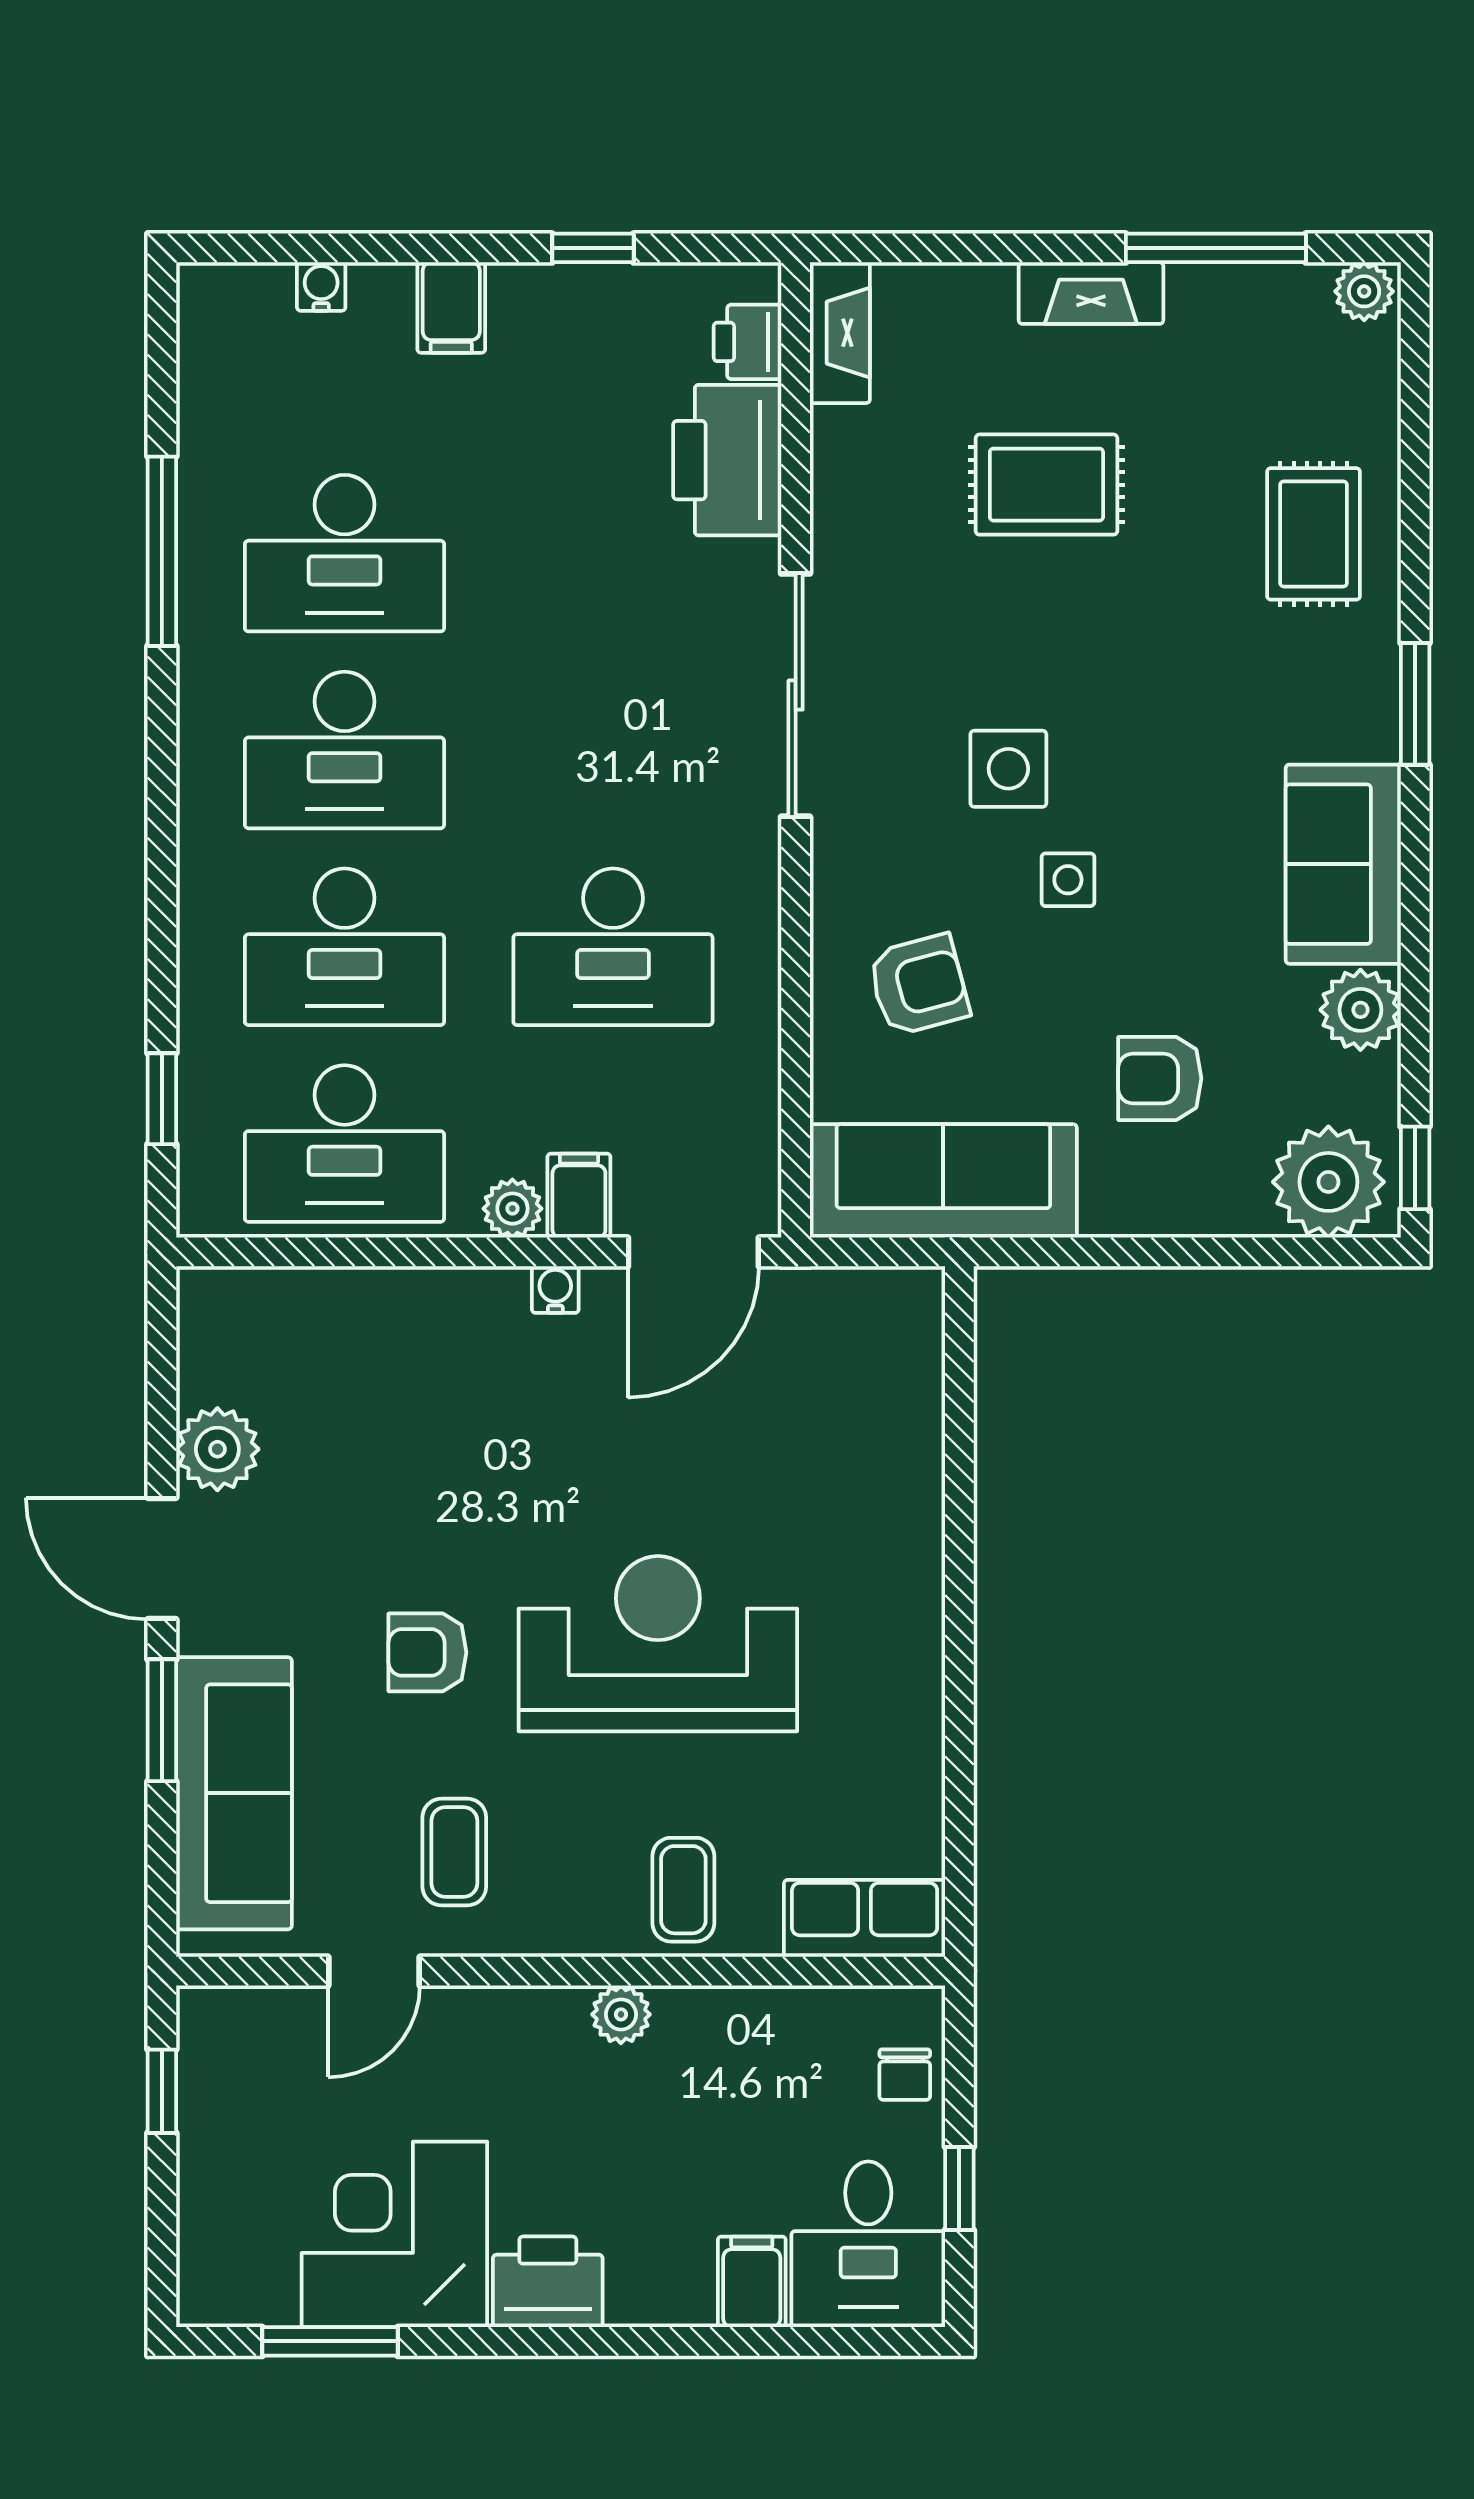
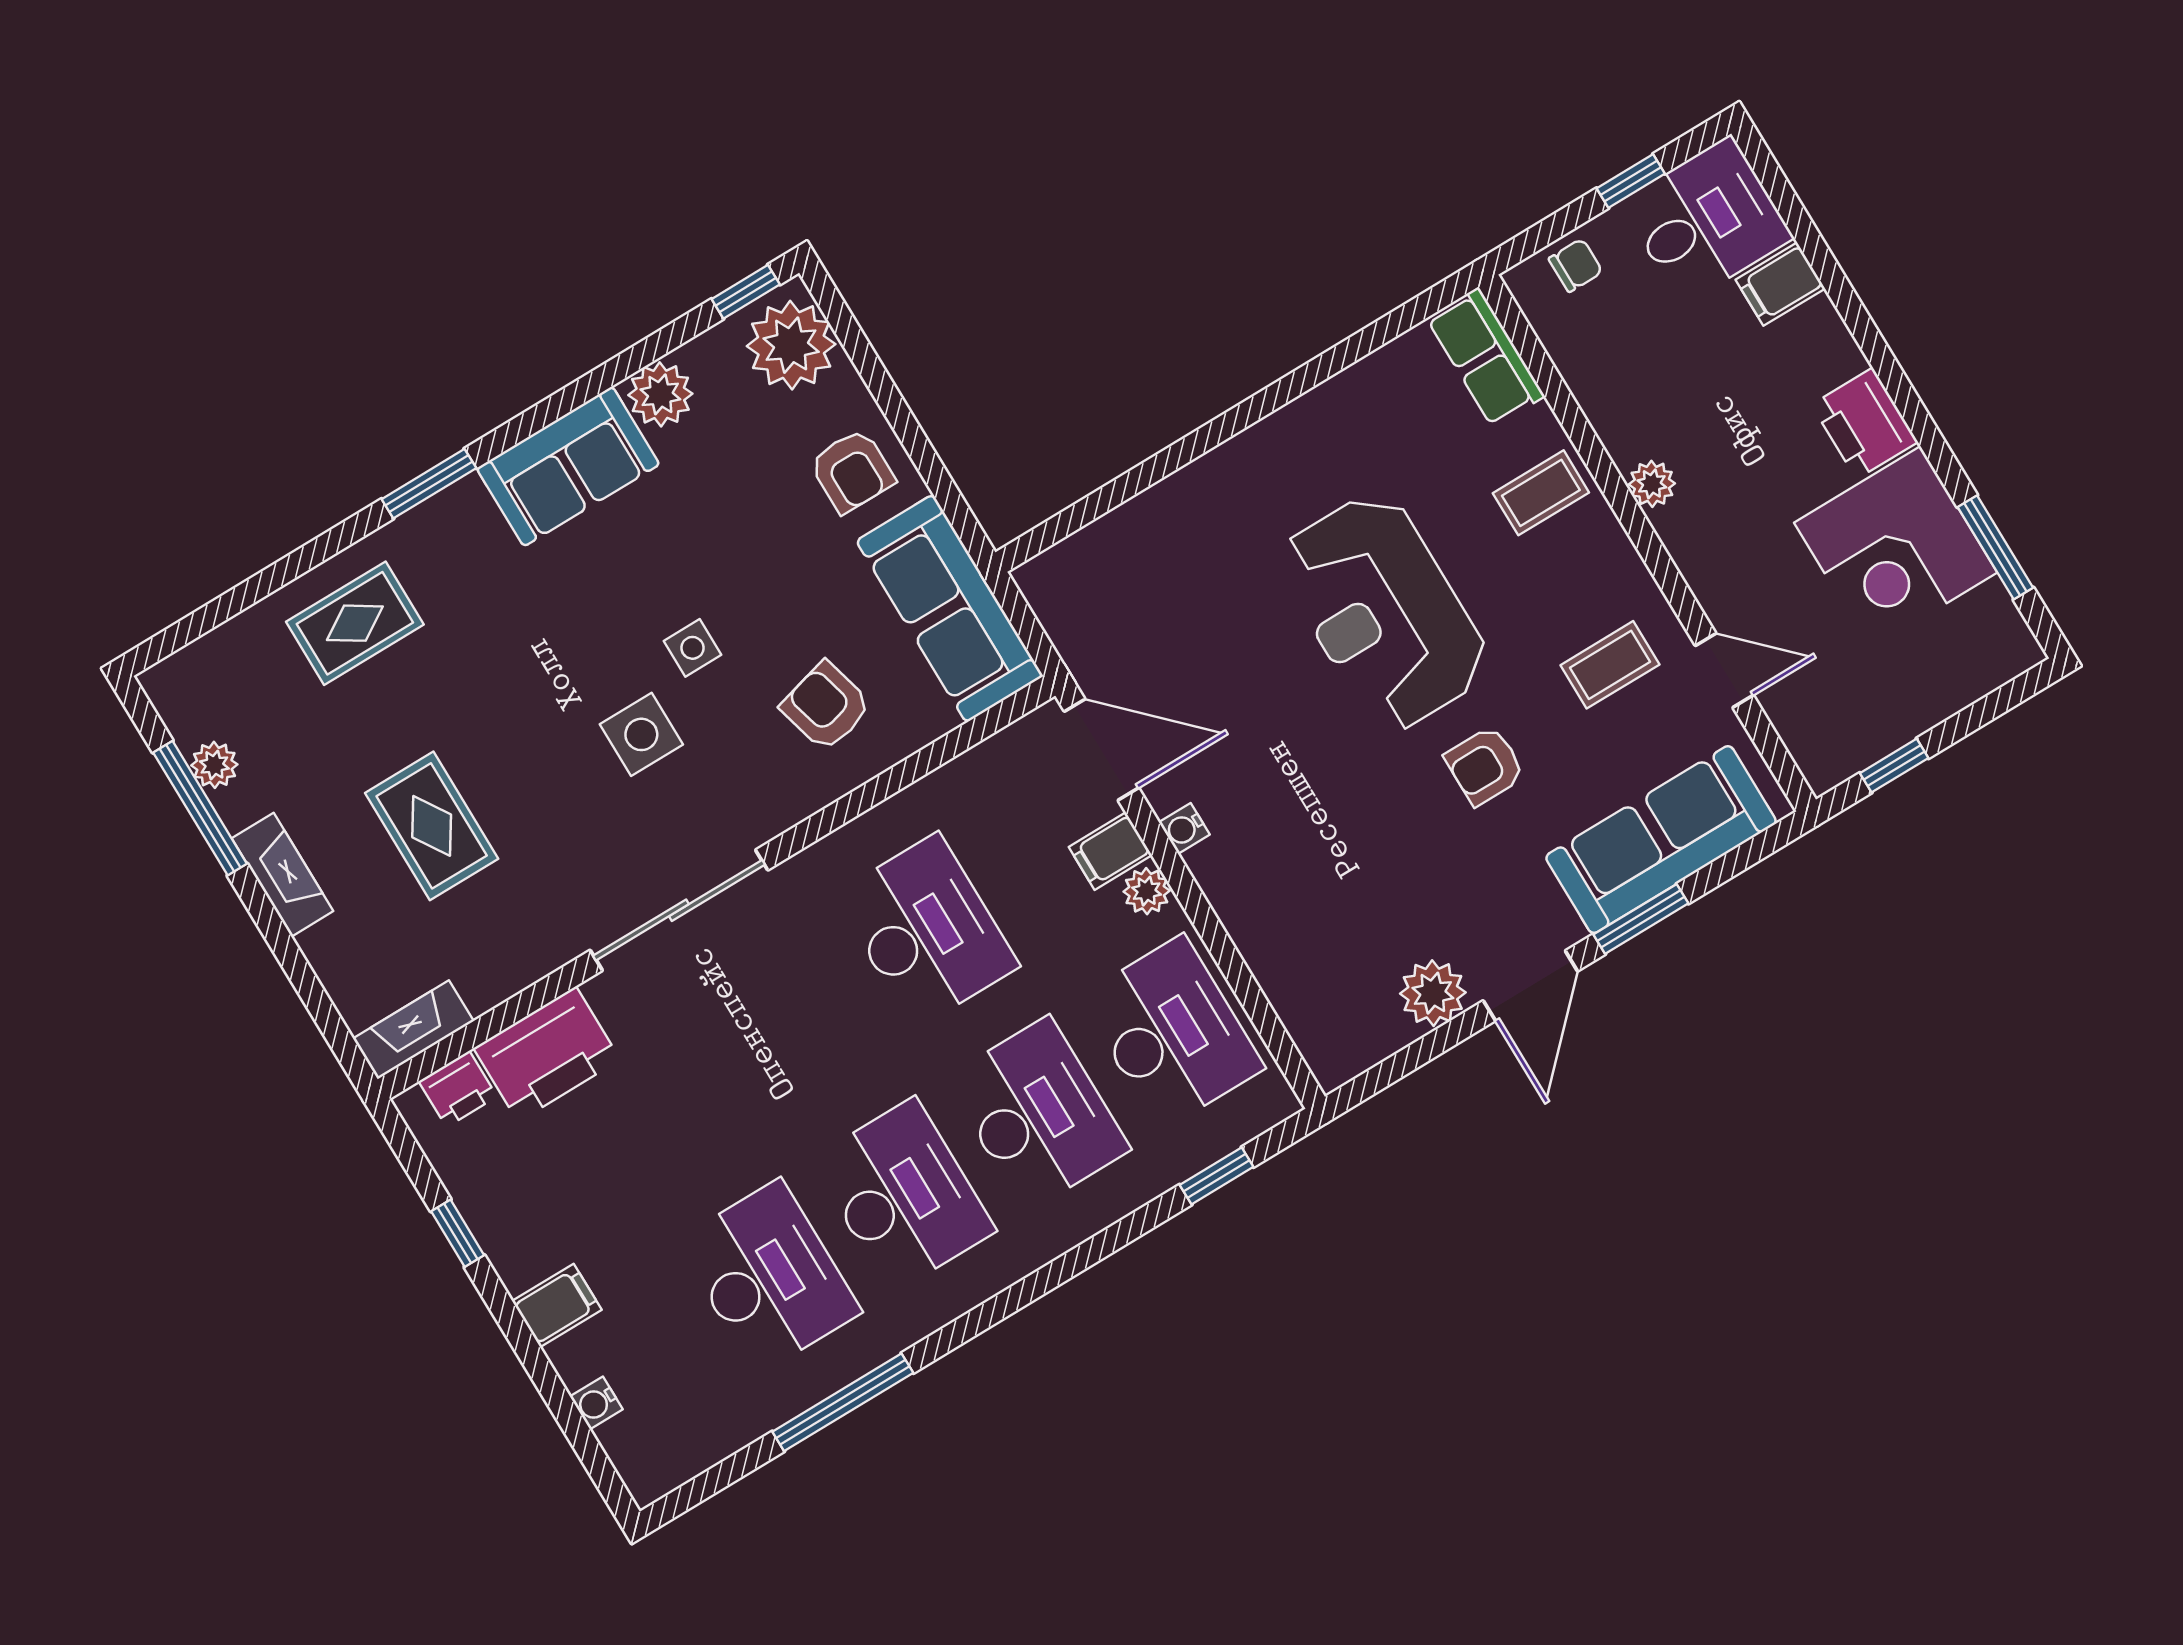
plant: (1364, 291) -> (214, 765), moved
armchair: (1160, 1078) -> (852, 471), moved
armchair: (427, 1652) -> (1485, 766), turned 90

